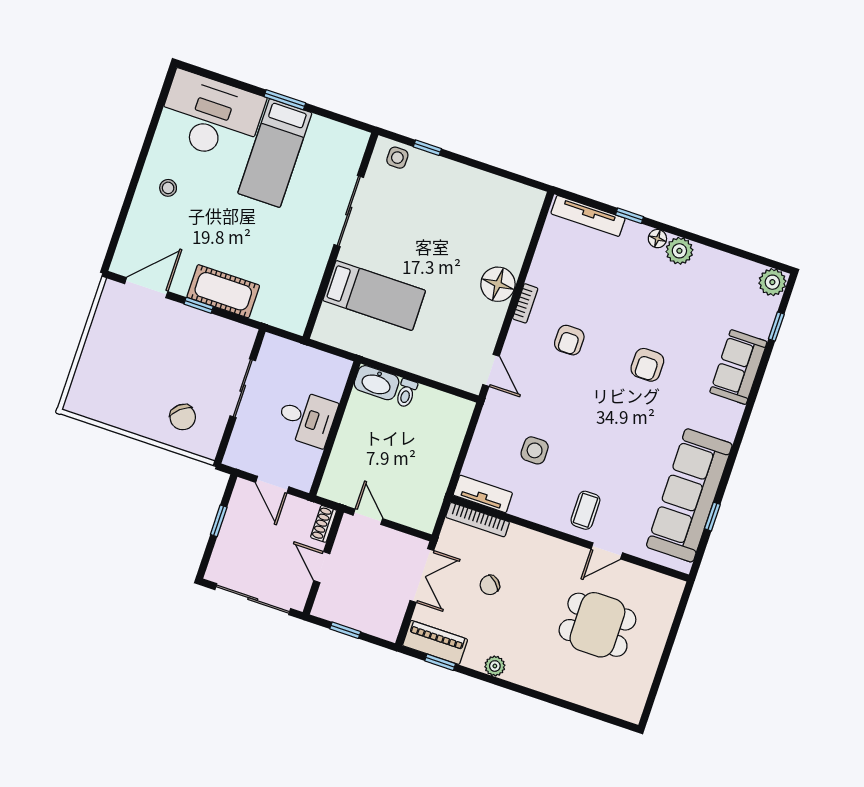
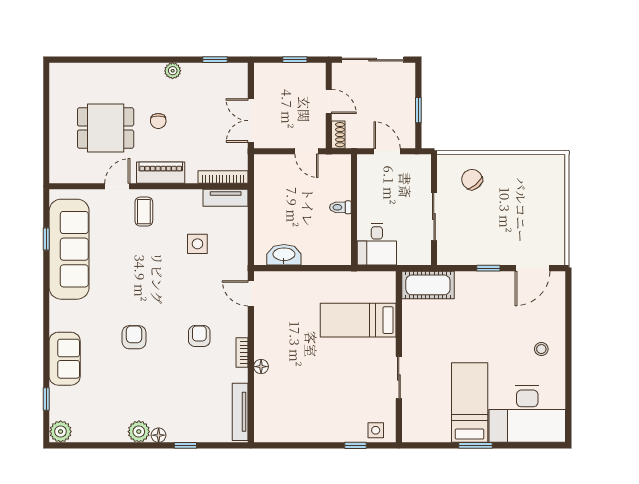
sliding door: (349, 211) -> (399, 378), width x0.73
tv unit: (588, 216) -> (240, 412), moved, turned -90
floor lamp: (498, 284) -> (261, 367), width x0.53, depth x0.53
cot: (223, 291) -> (428, 285), moved
washbasin: (377, 383) -> (284, 255), moved
toilet: (406, 393) -> (340, 207), moved, turned -90
desk: (307, 418) -> (377, 244), moved, turned -90
chair: (490, 585) -> (158, 121), moved, turned 137
piano: (435, 642) -> (161, 173), moved, turned 180

